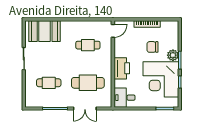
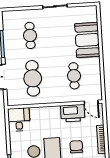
booth: (45, 31) -> (87, 40), moved
printer: (122, 68) -> (73, 113), moved

